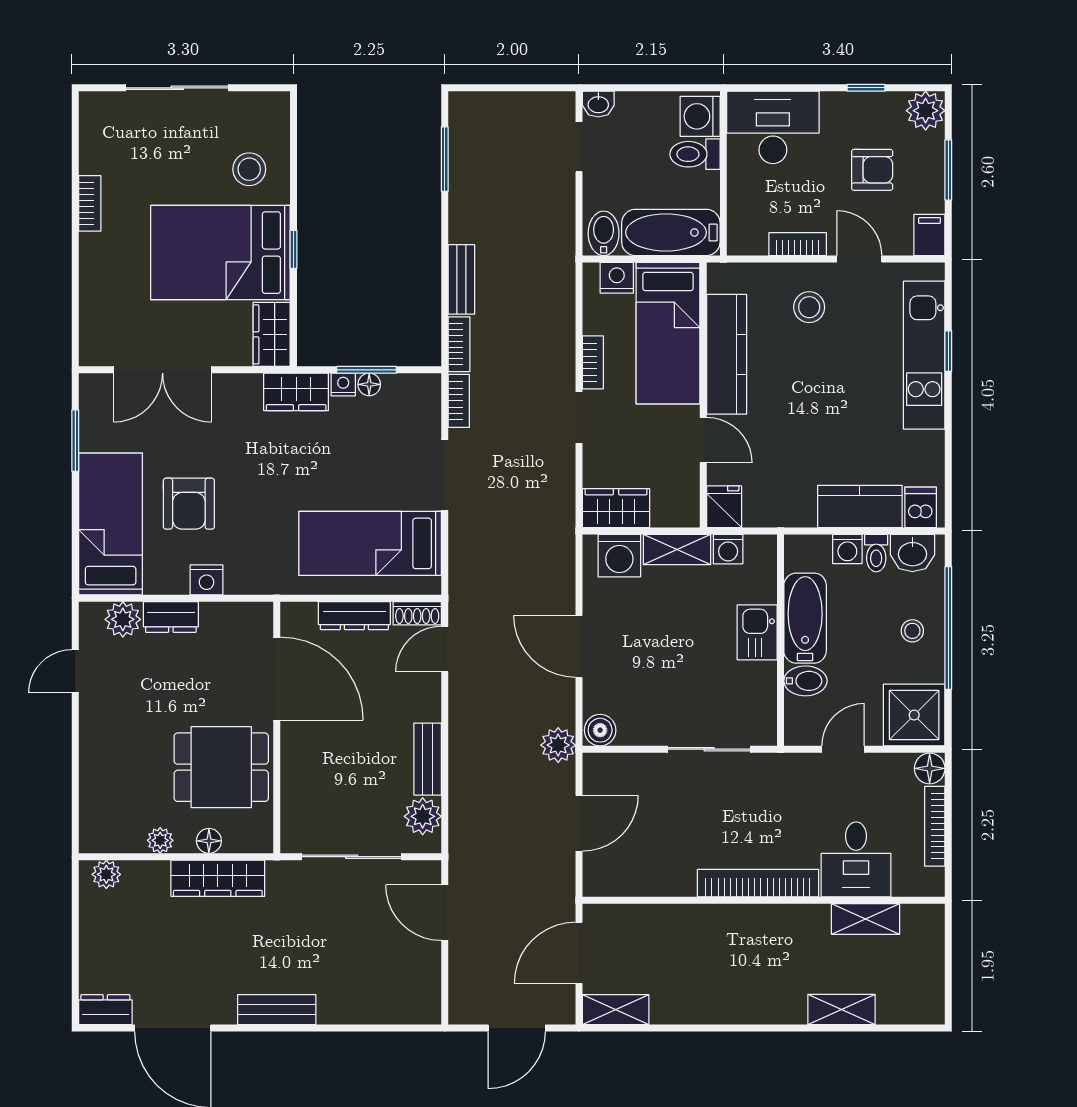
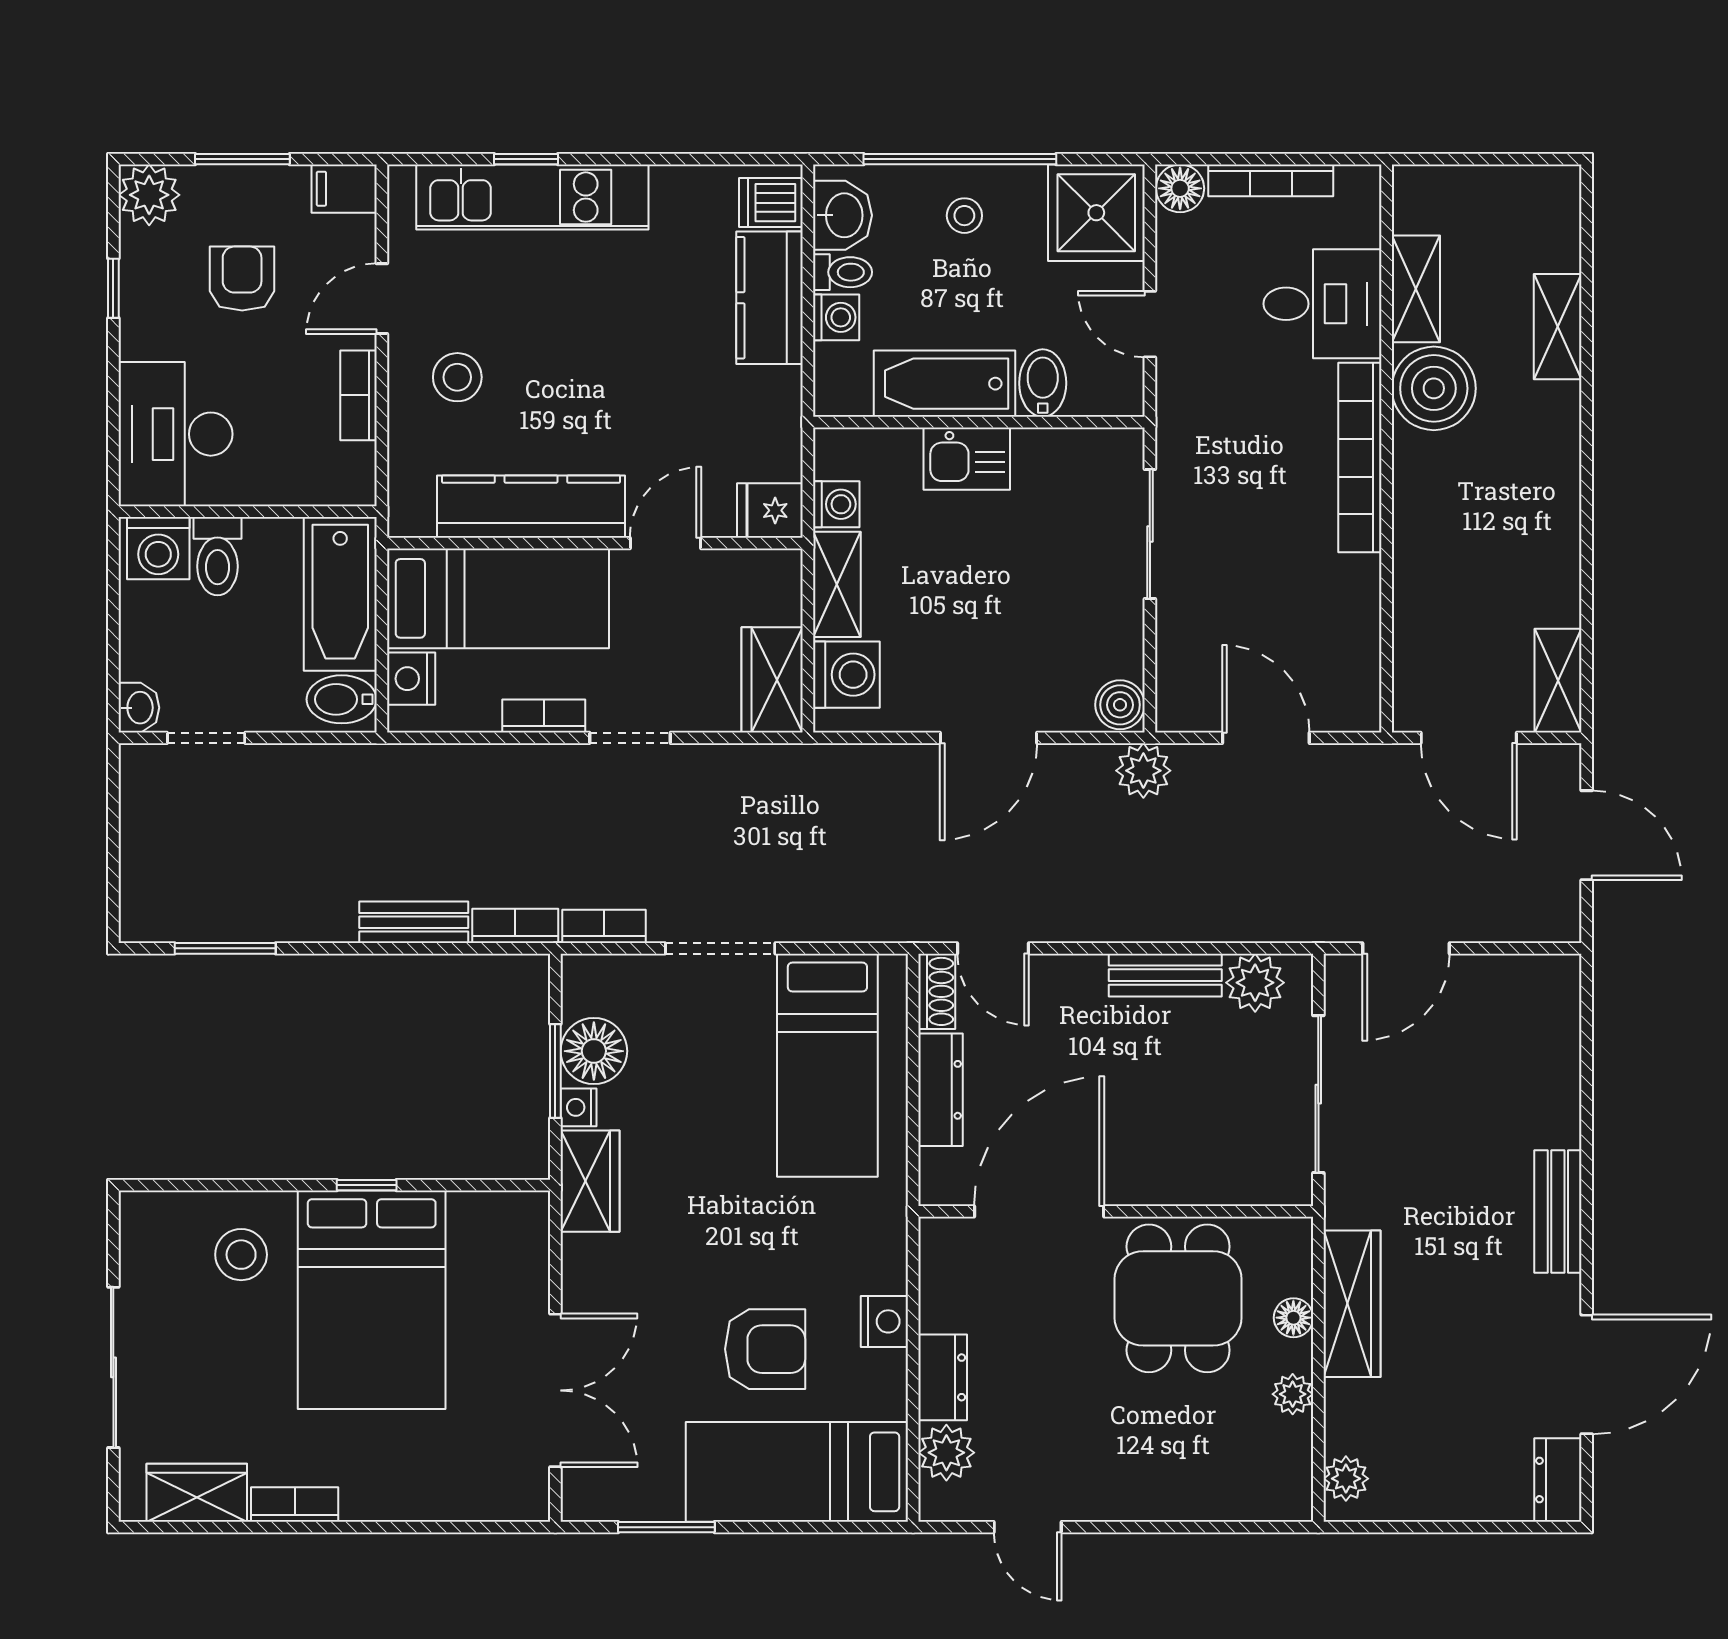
wardrobe: (272, 334) -> (197, 1493), moved, turned 180
floor lamp: (369, 384) -> (594, 1051), width x1.89, depth x1.89
boiler: (802, 930) -> (1434, 388), added

